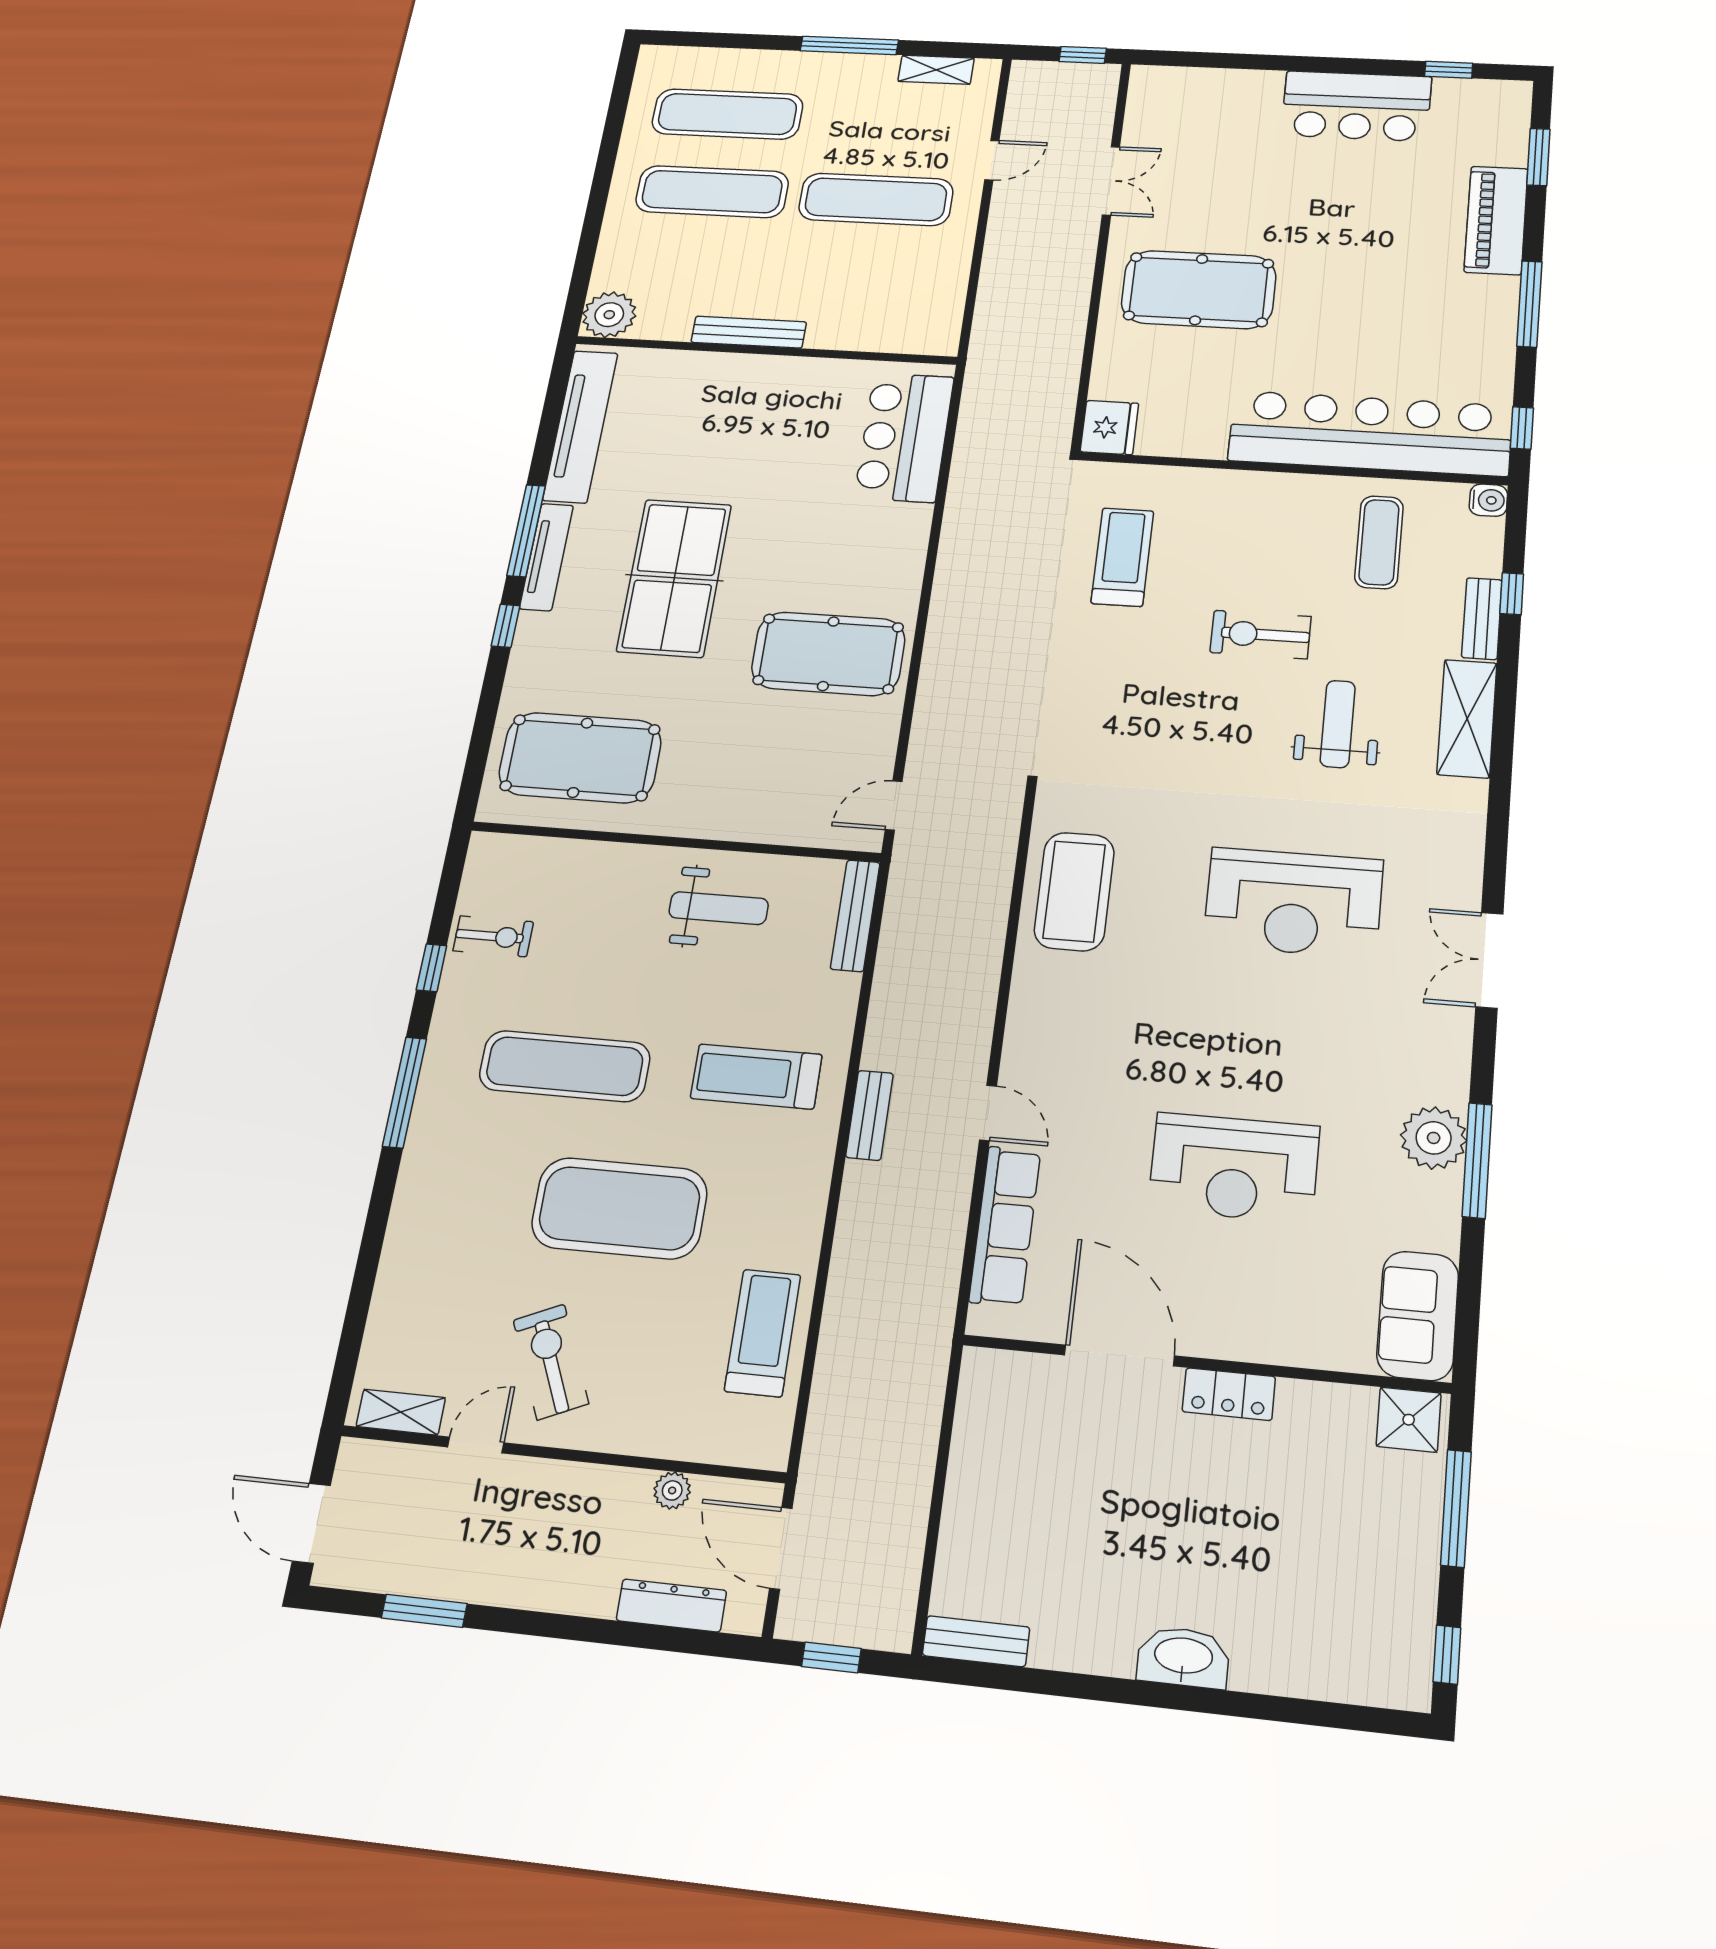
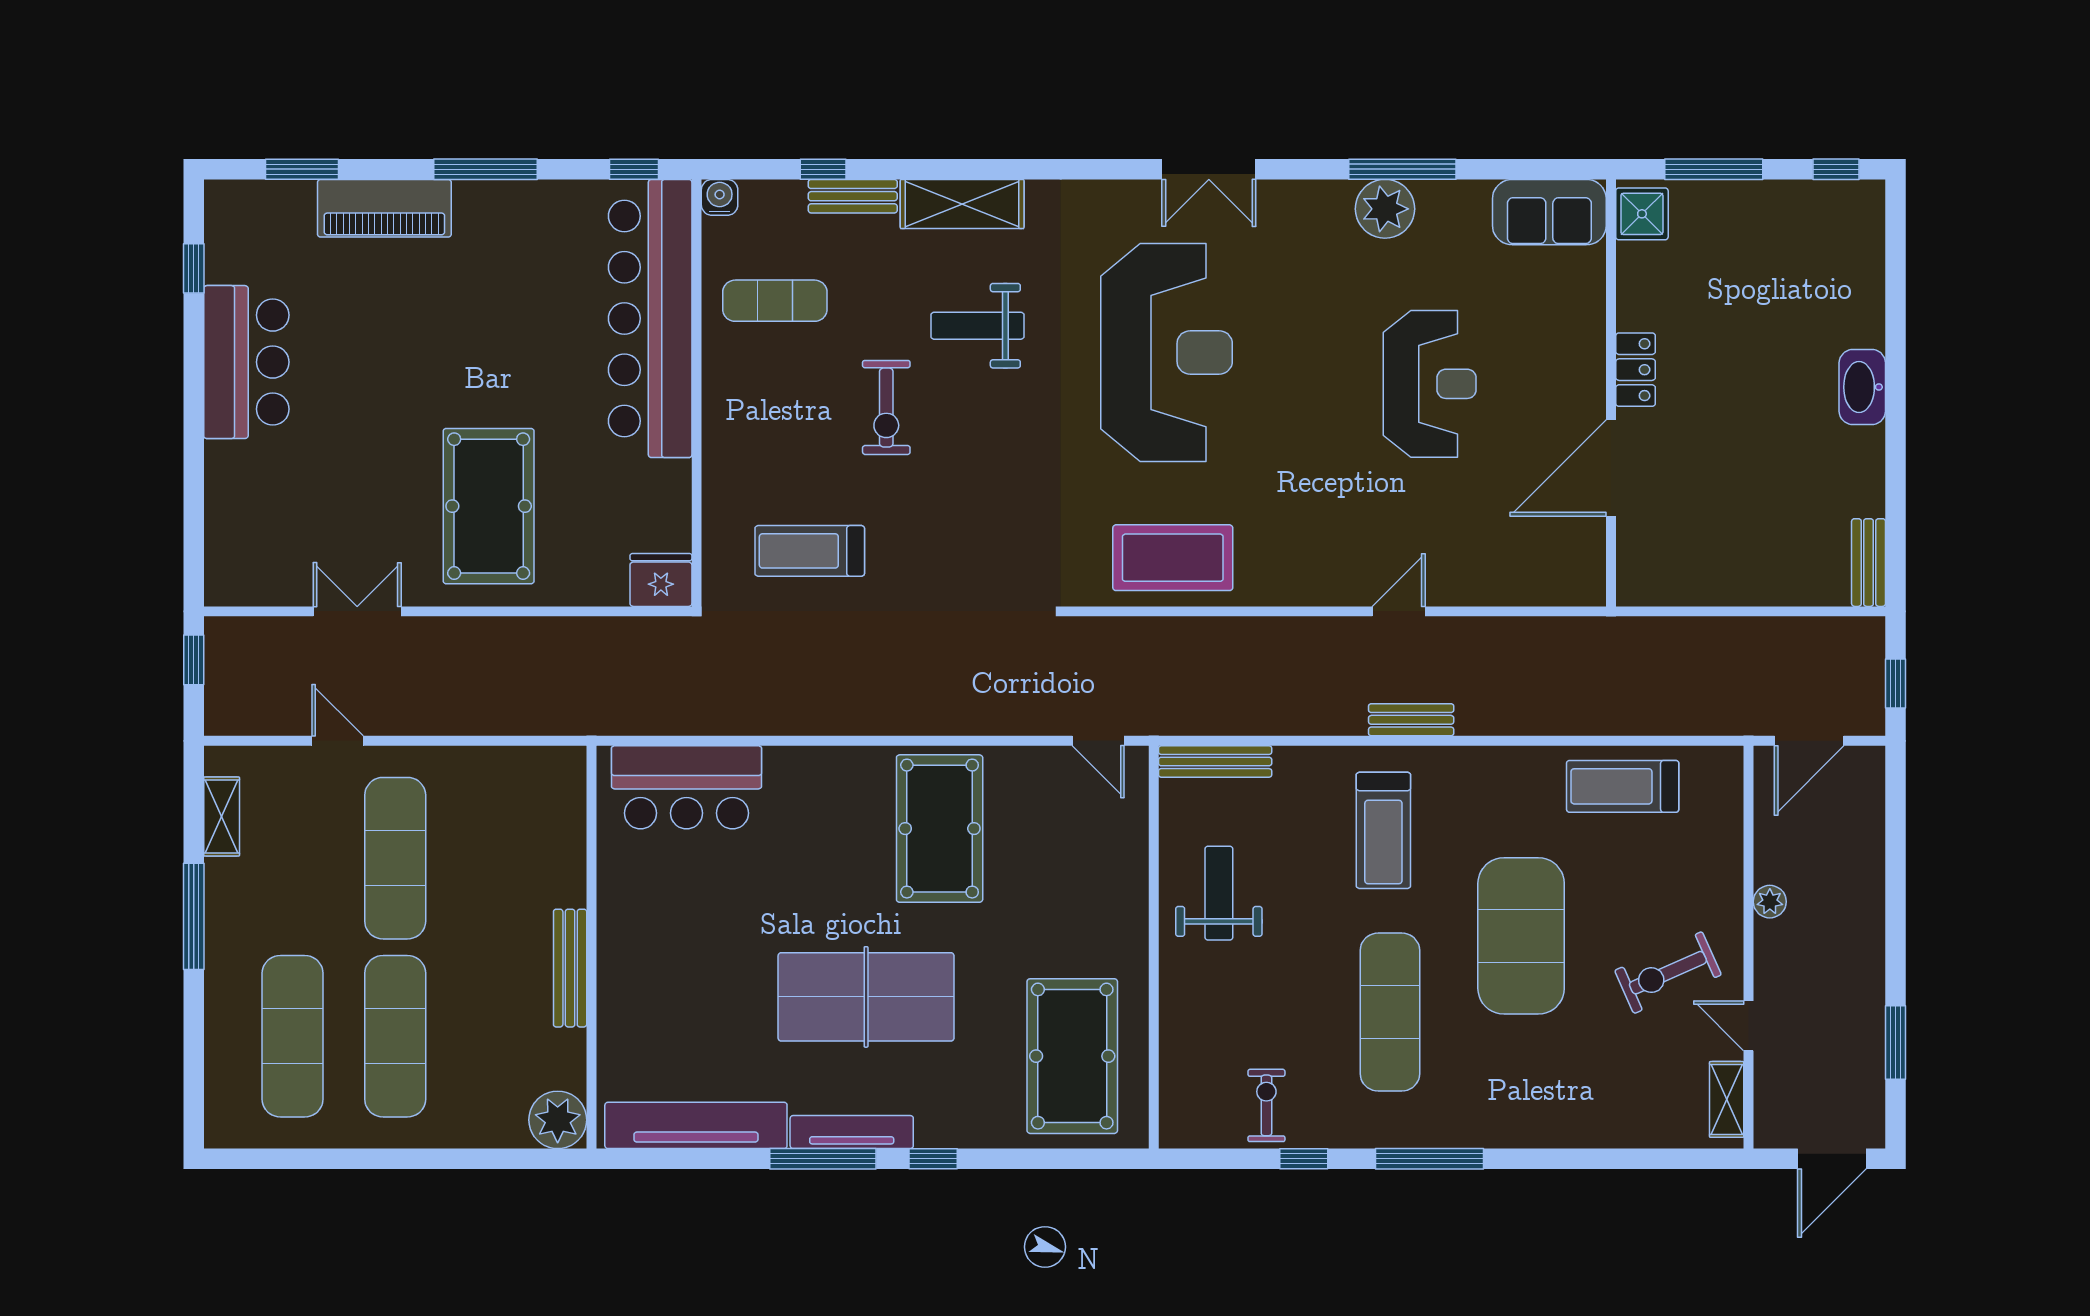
reception desk: (1293, 902) -> (1167, 352), width x1.36, depth x1.30
row of seats: (1005, 1226) -> (1504, 583), removed
plant: (672, 1490) -> (1770, 902), moved
dresser: (671, 1605) -> (1867, 828), removed

